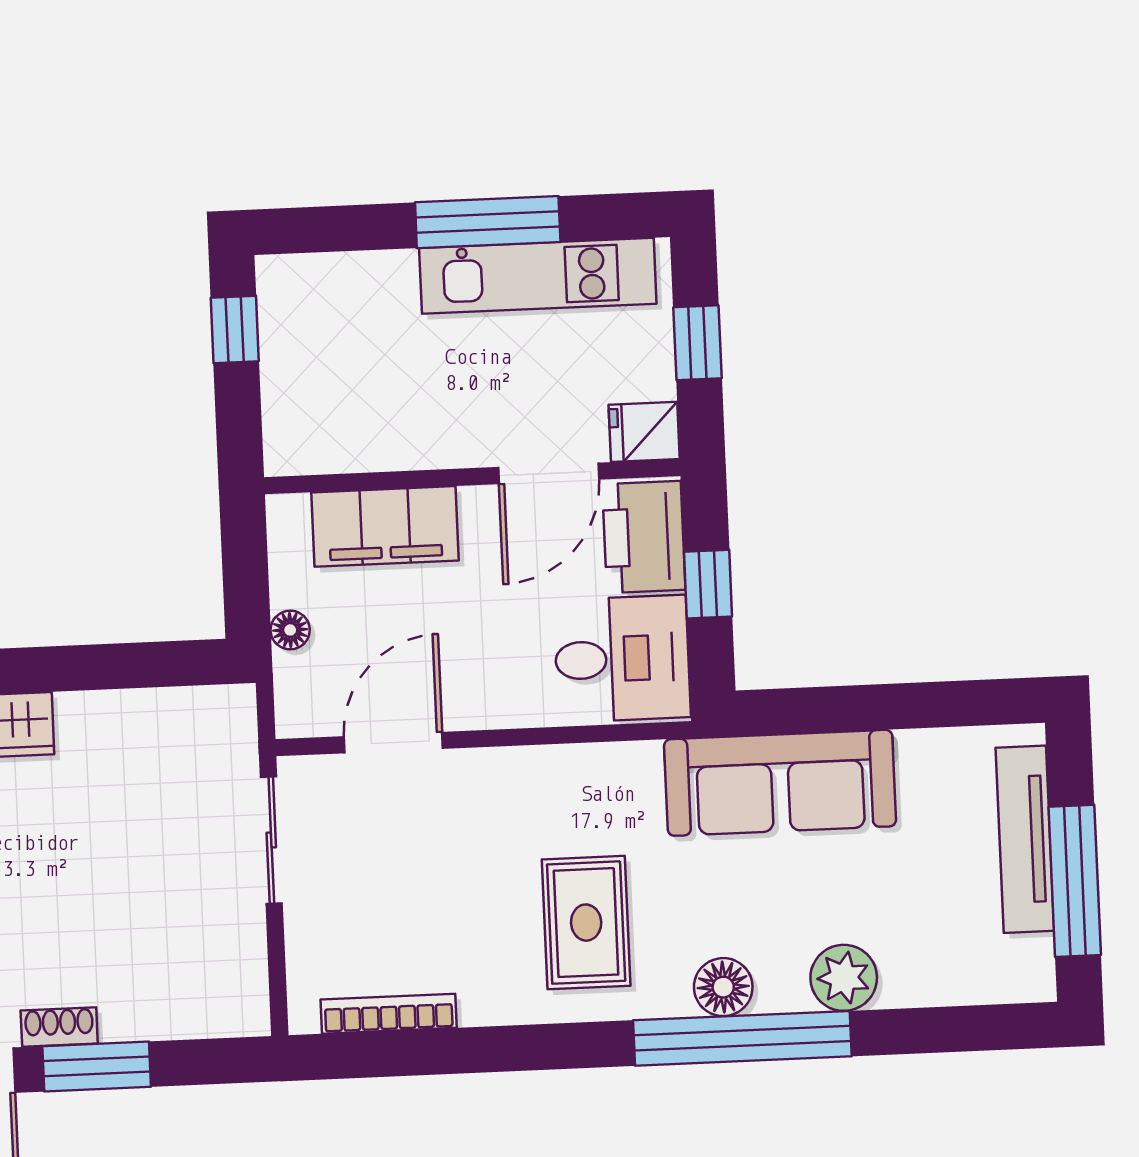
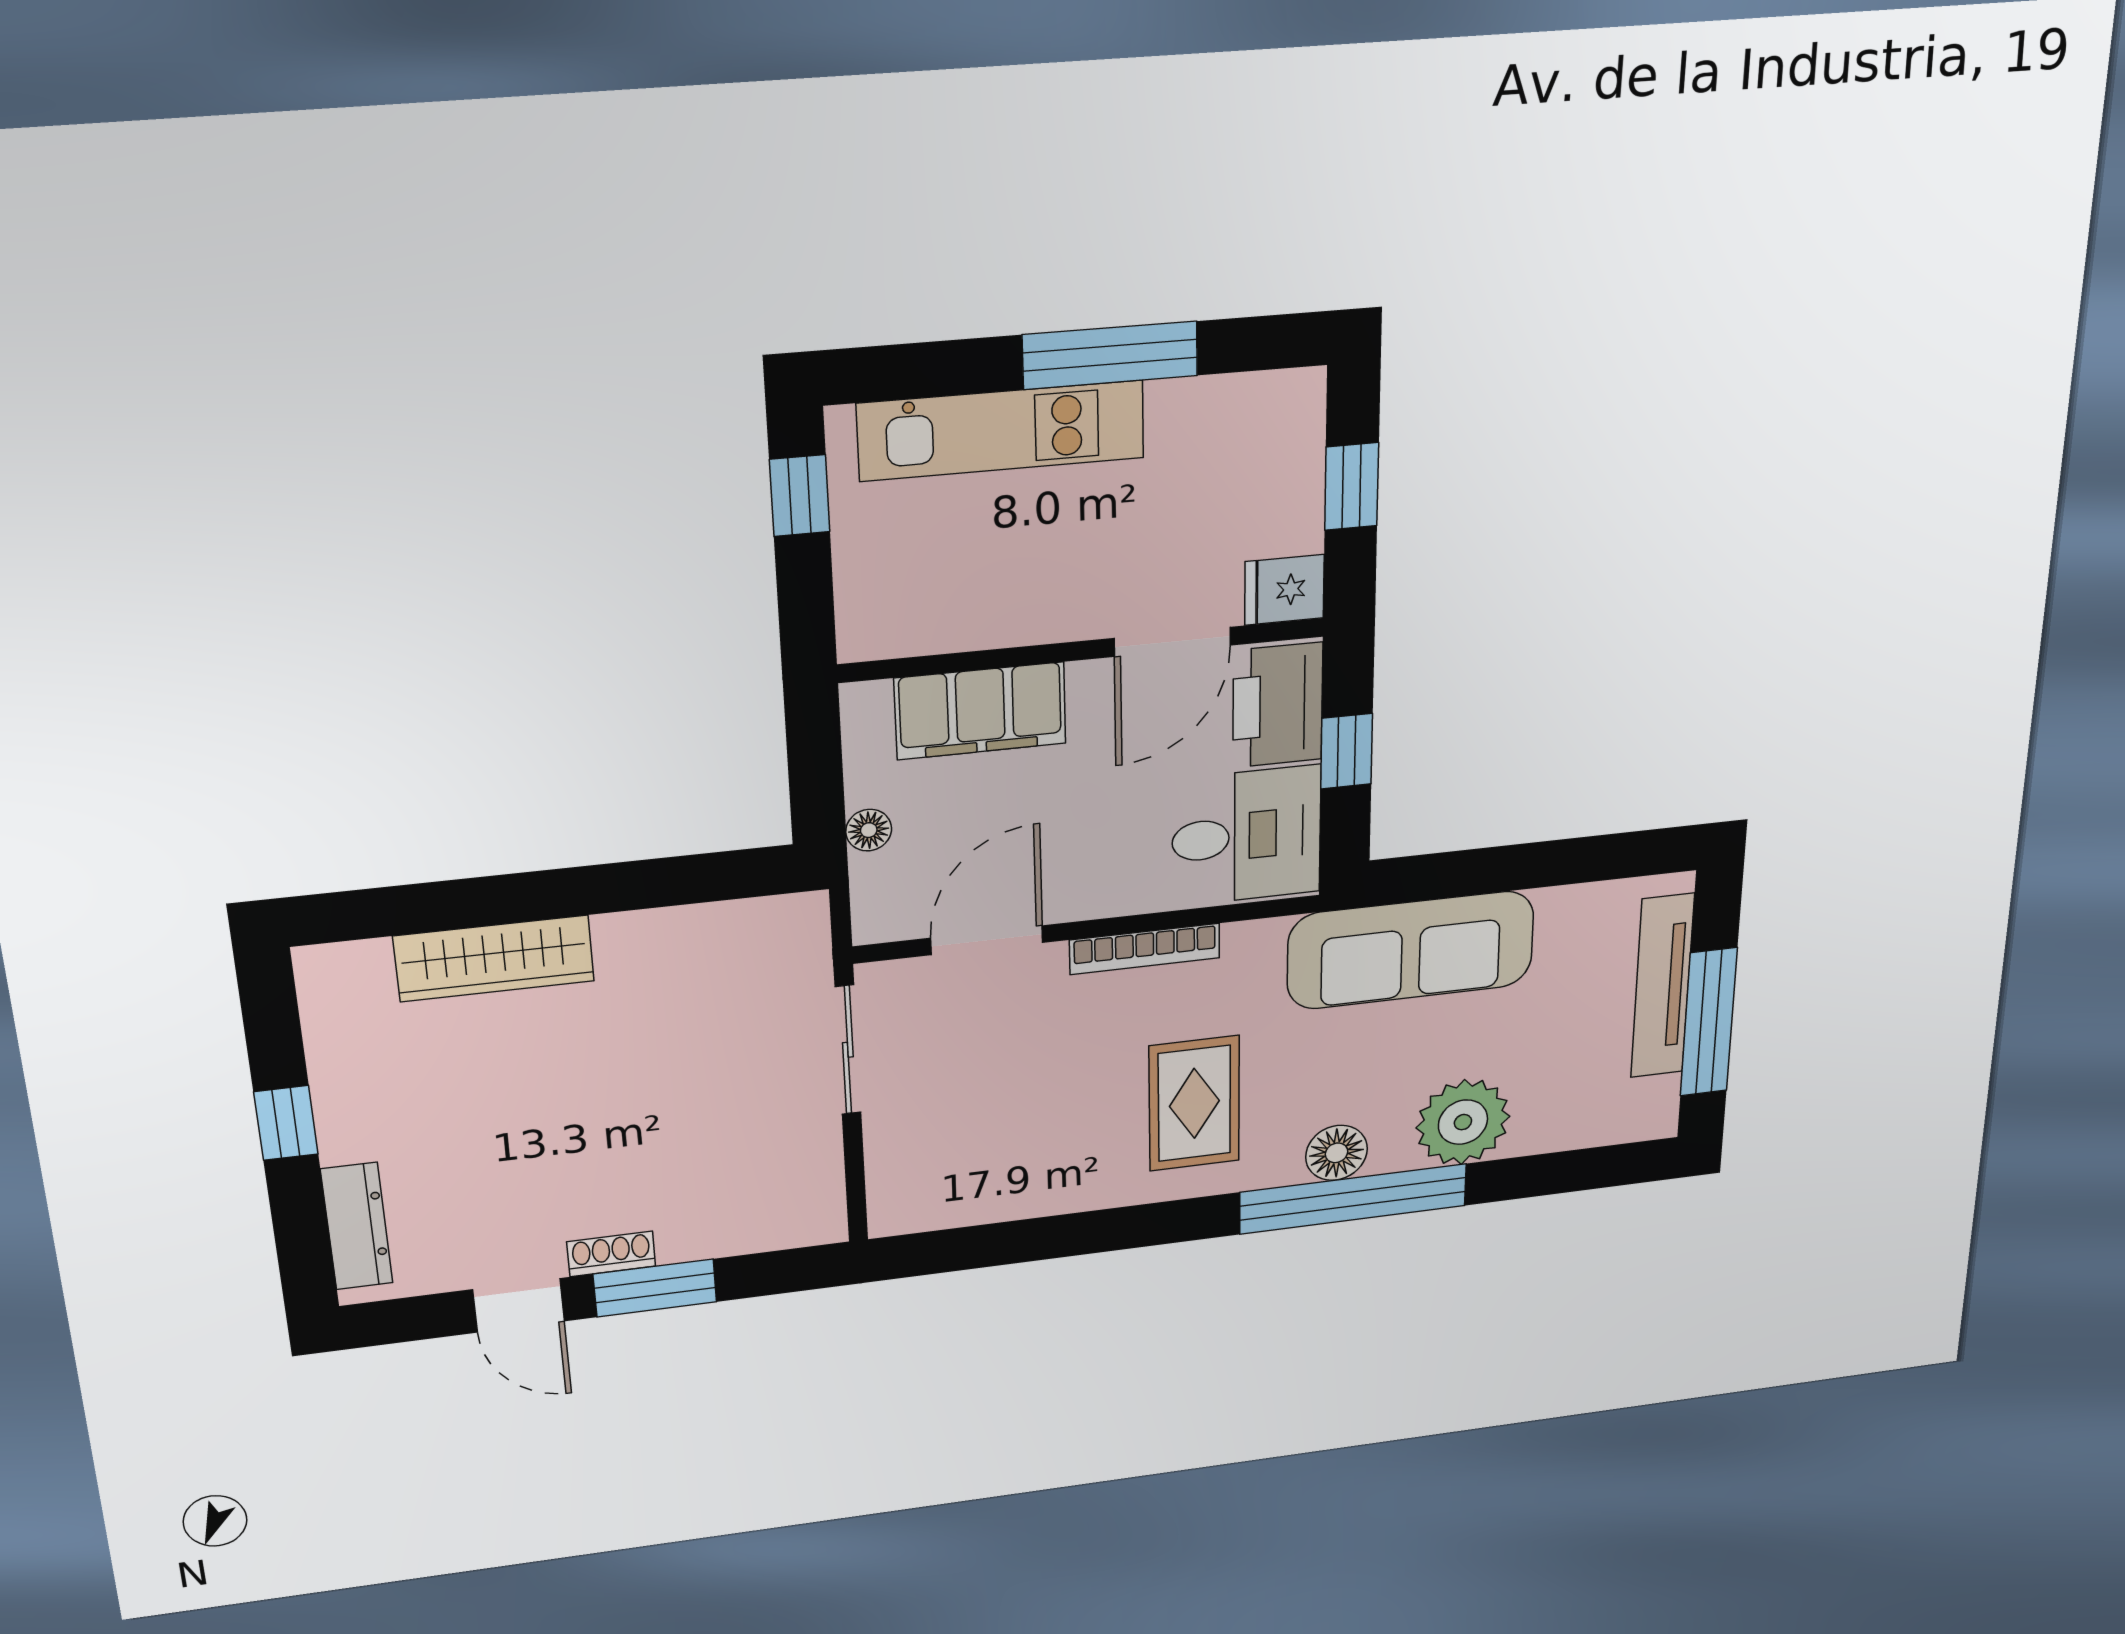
kitchen unit: (538, 276) -> (1001, 431), moved
plant: (844, 978) -> (1463, 1122), width x1.36, depth x1.36
bookcase: (389, 1014) -> (1145, 949), moved, turned 180

